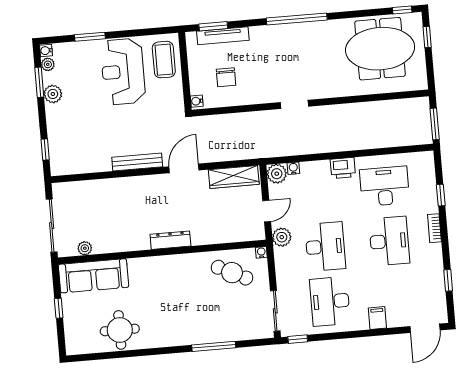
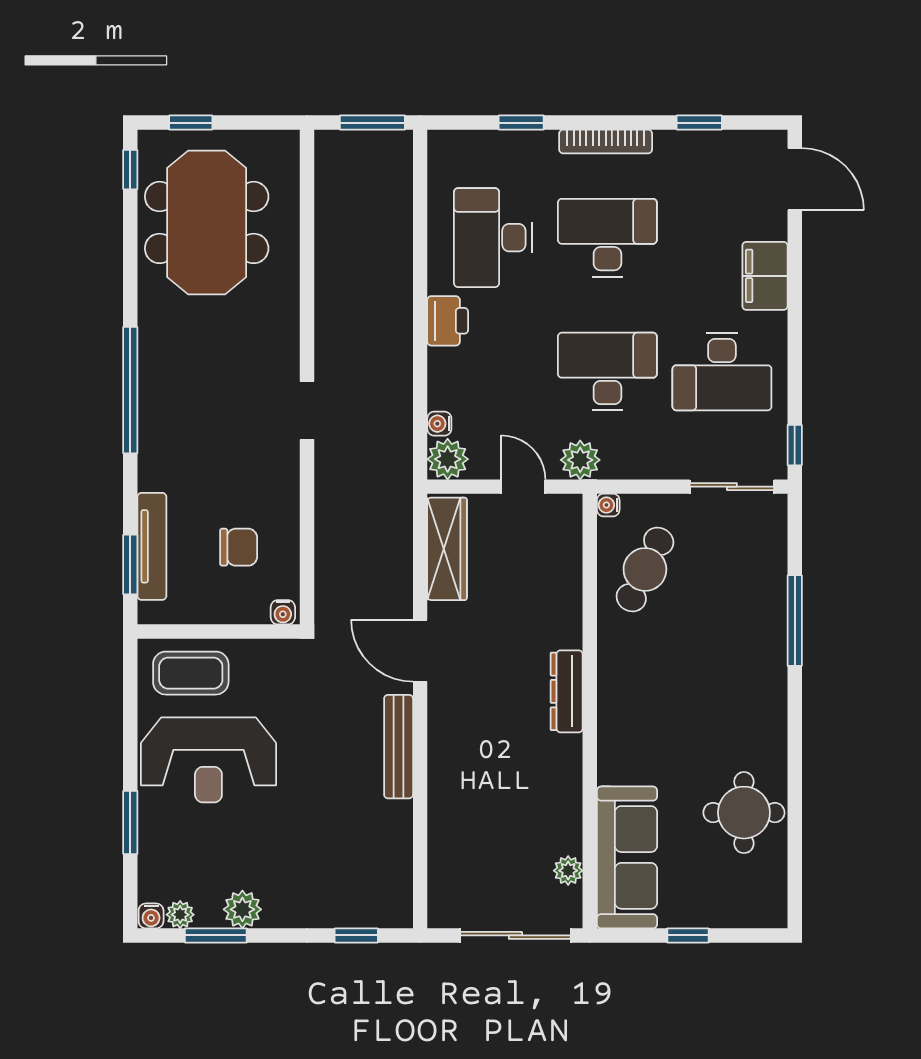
bookcase: (434, 228) -> (606, 142), width x1.56
filing cabinet: (377, 318) -> (765, 276), width x2.00

